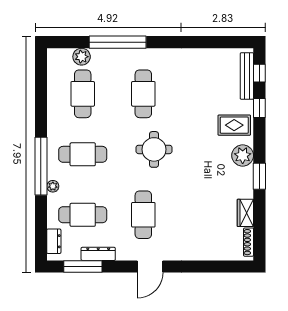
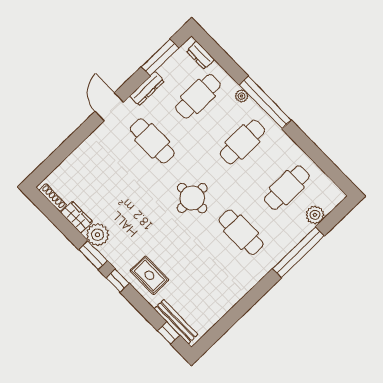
cafe table: (83, 94) -> (287, 188), turned 90
window: (259, 108) -> (118, 281), moved
rug: (234, 125) -> (149, 275), turned 90
plant: (243, 156) -> (98, 235), moved
dresser: (98, 254) -> (147, 89), moved

